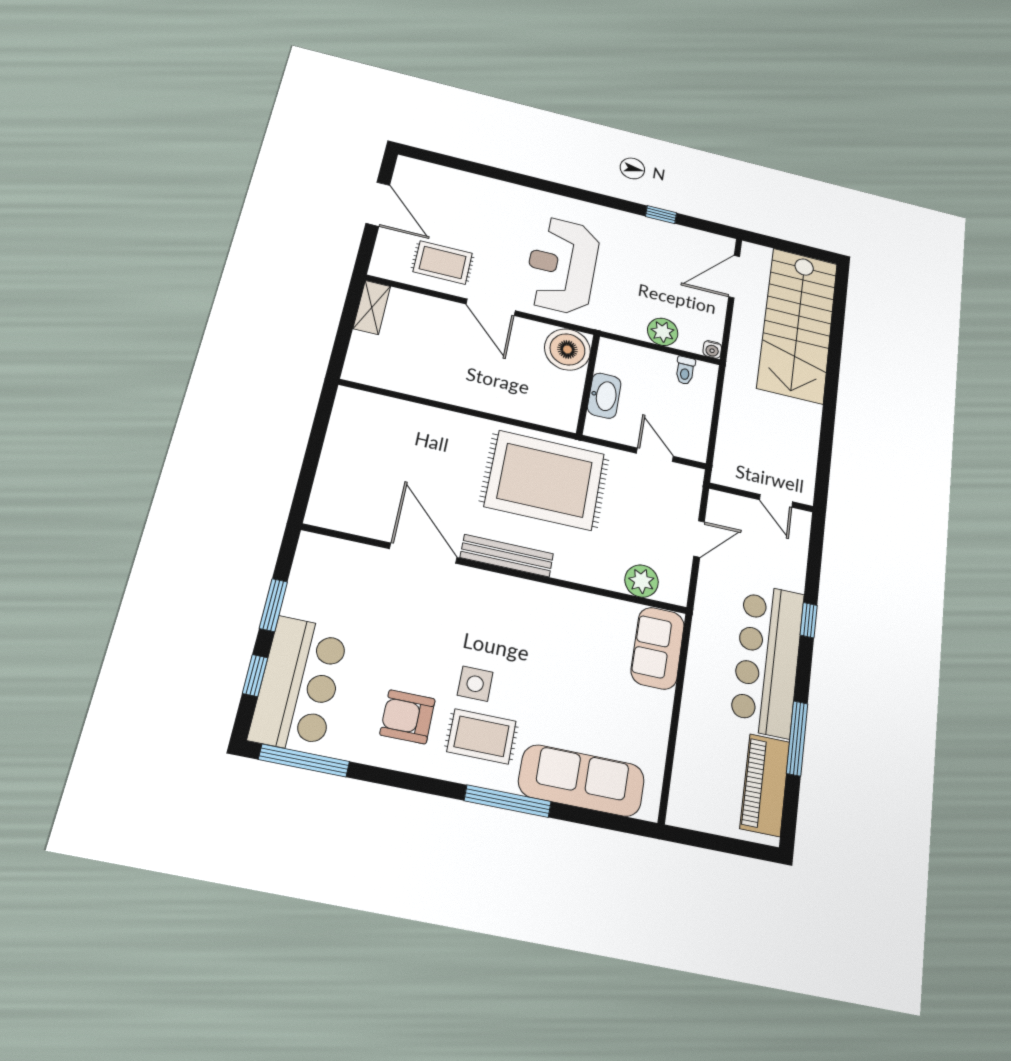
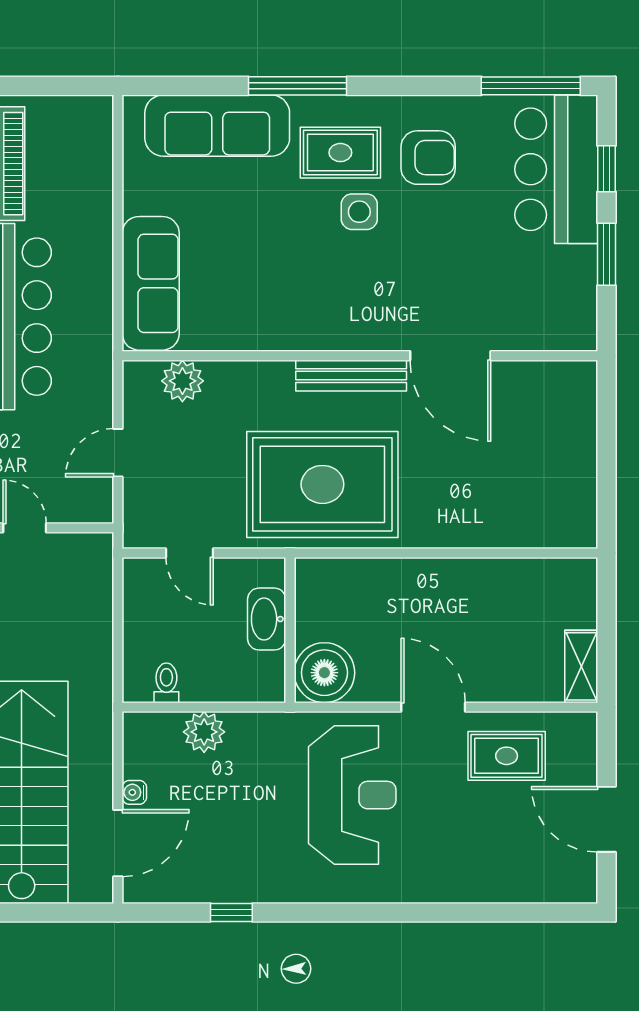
water cooler: (712, 349) -> (134, 792), moved, turned -90
sofa: (658, 648) -> (151, 283), width x1.36

